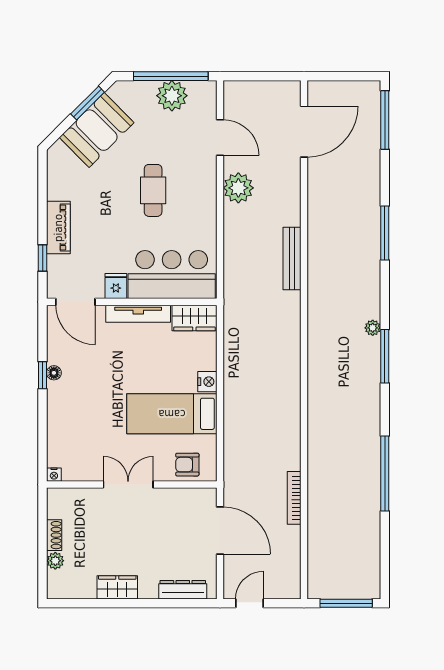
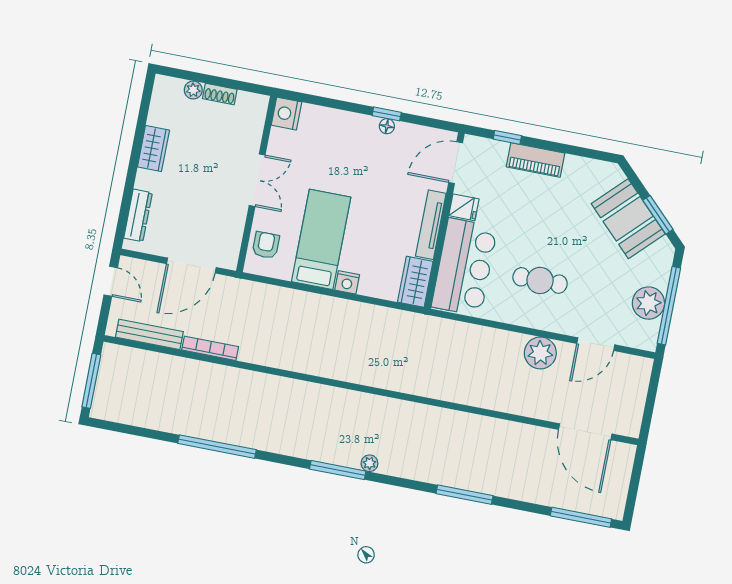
cafe table: (153, 190) -> (540, 280), moved
bench: (292, 259) -> (149, 334), moved
nightstand: (54, 475) -> (286, 114), width x1.89, depth x1.79

